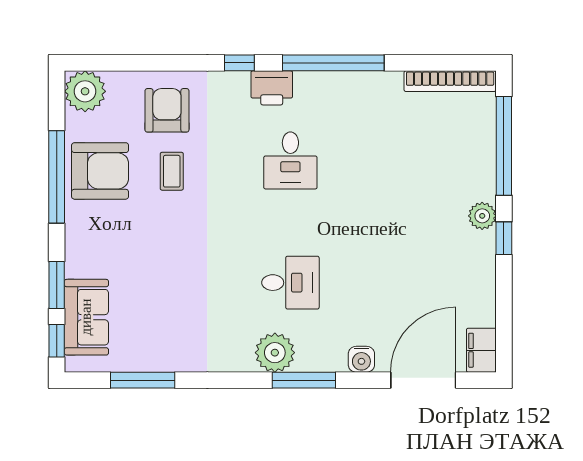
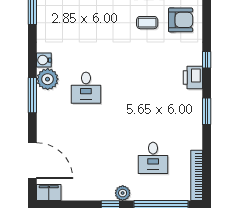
window: (333, 63) -> (207, 111), width x0.47
desk: (290, 160) -> (153, 158), moved, turned -90
water cooler: (361, 359) -> (44, 60), moved

